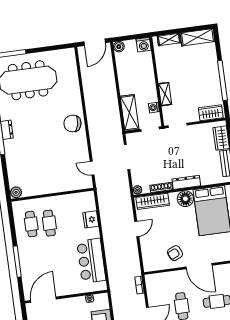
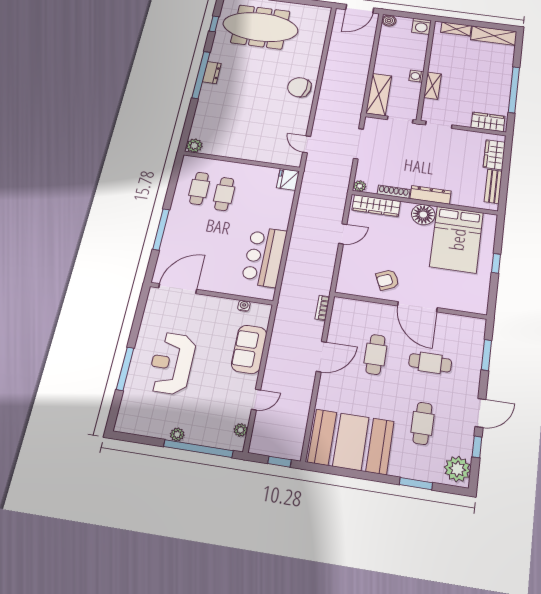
washing machine: (154, 108) -> (416, 76), moved
fridge: (91, 219) -> (288, 179), moved

